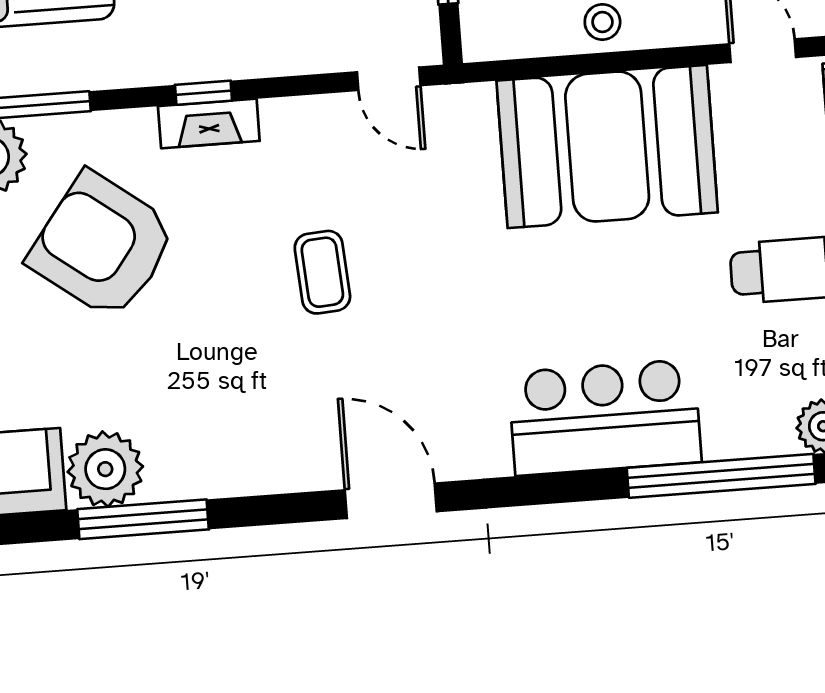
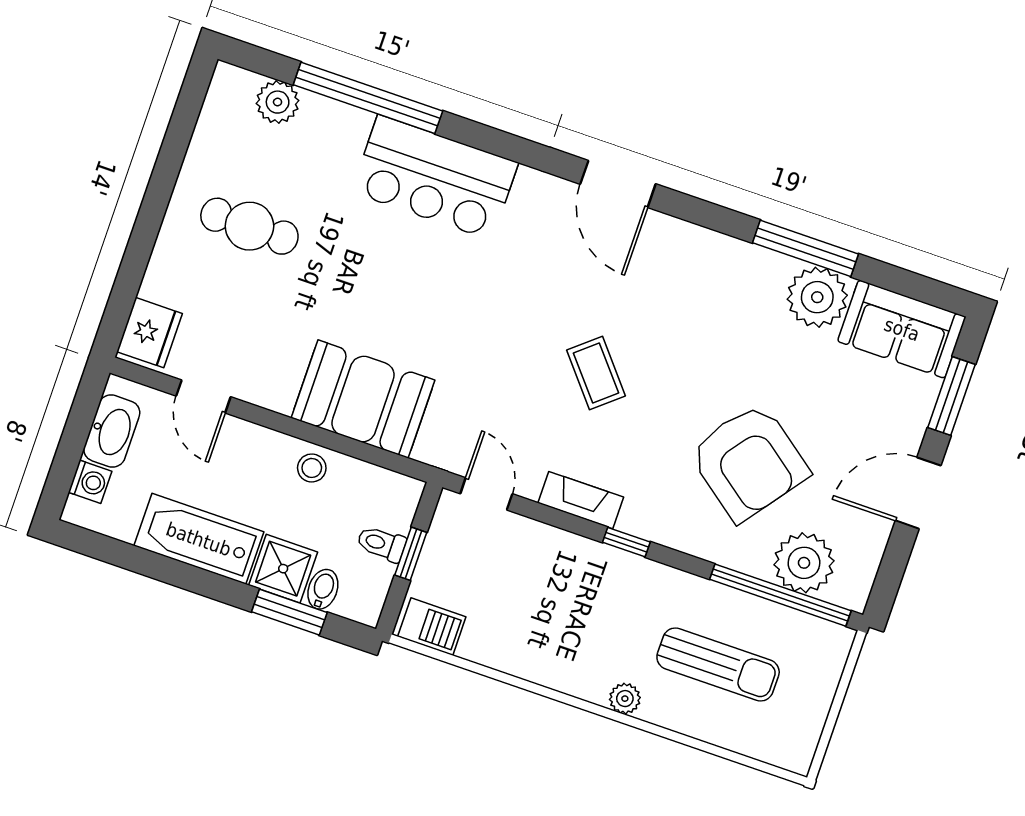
fireplace: (209, 124) -> (581, 500), moved
booth: (607, 147) -> (363, 399), width x0.73, depth x0.70
coffee table: (322, 272) -> (596, 373), turned -36

